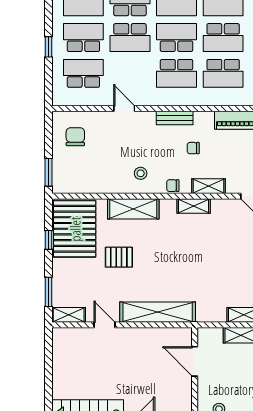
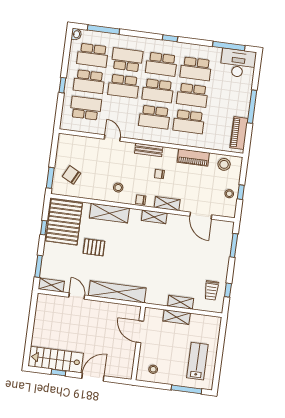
school desk: (83, 38) -> (89, 82), turned 180
school desk: (177, 38) -> (158, 91), turned 180
chair: (75, 137) -> (72, 175), moved, turned -63

